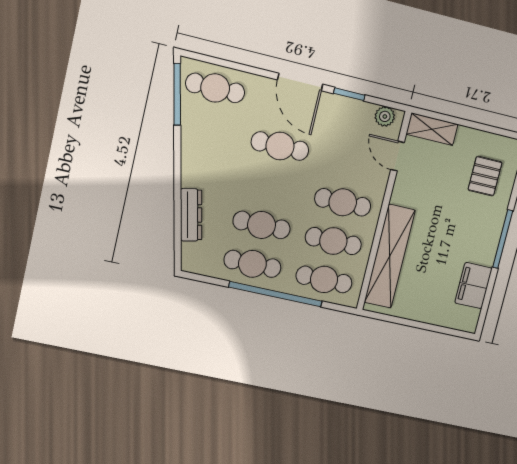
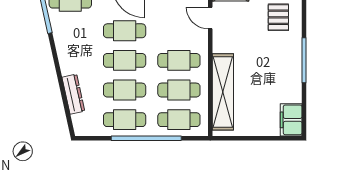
cafe table: (271, 186) -> (125, 60), added
filing cabinet: (474, 286) -> (291, 120), moved

